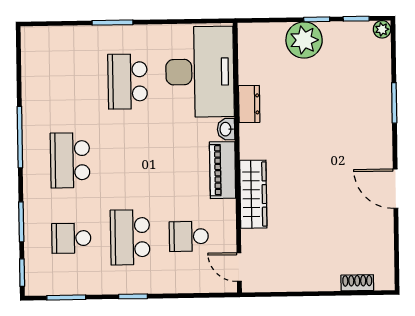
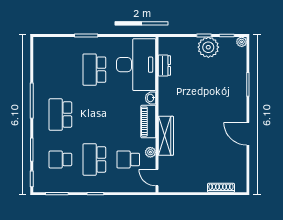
plant: (304, 40) -> (208, 47), moved
dresser: (249, 104) -> (164, 66), moved
plant: (227, 223) -> (150, 152), added
shoe rack: (357, 283) -> (221, 188), width x1.43

